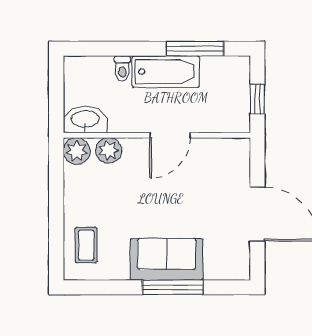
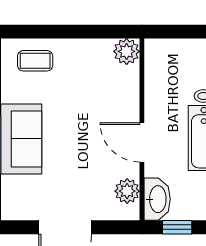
washbasin: (85, 120) -> (157, 199), moved
plant: (109, 150) -> (127, 191), moved

